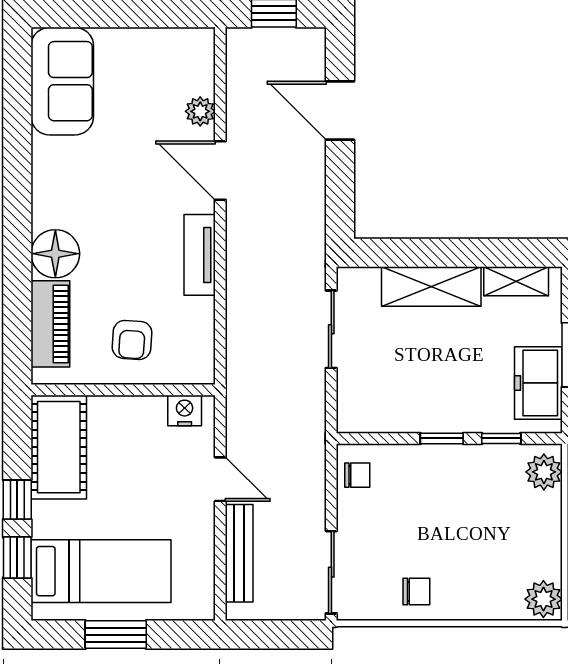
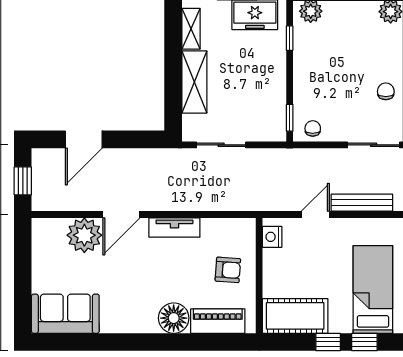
plant: (200, 111) -> (84, 235), width x1.87, depth x1.87
window: (442, 438) -> (290, 118), moved

